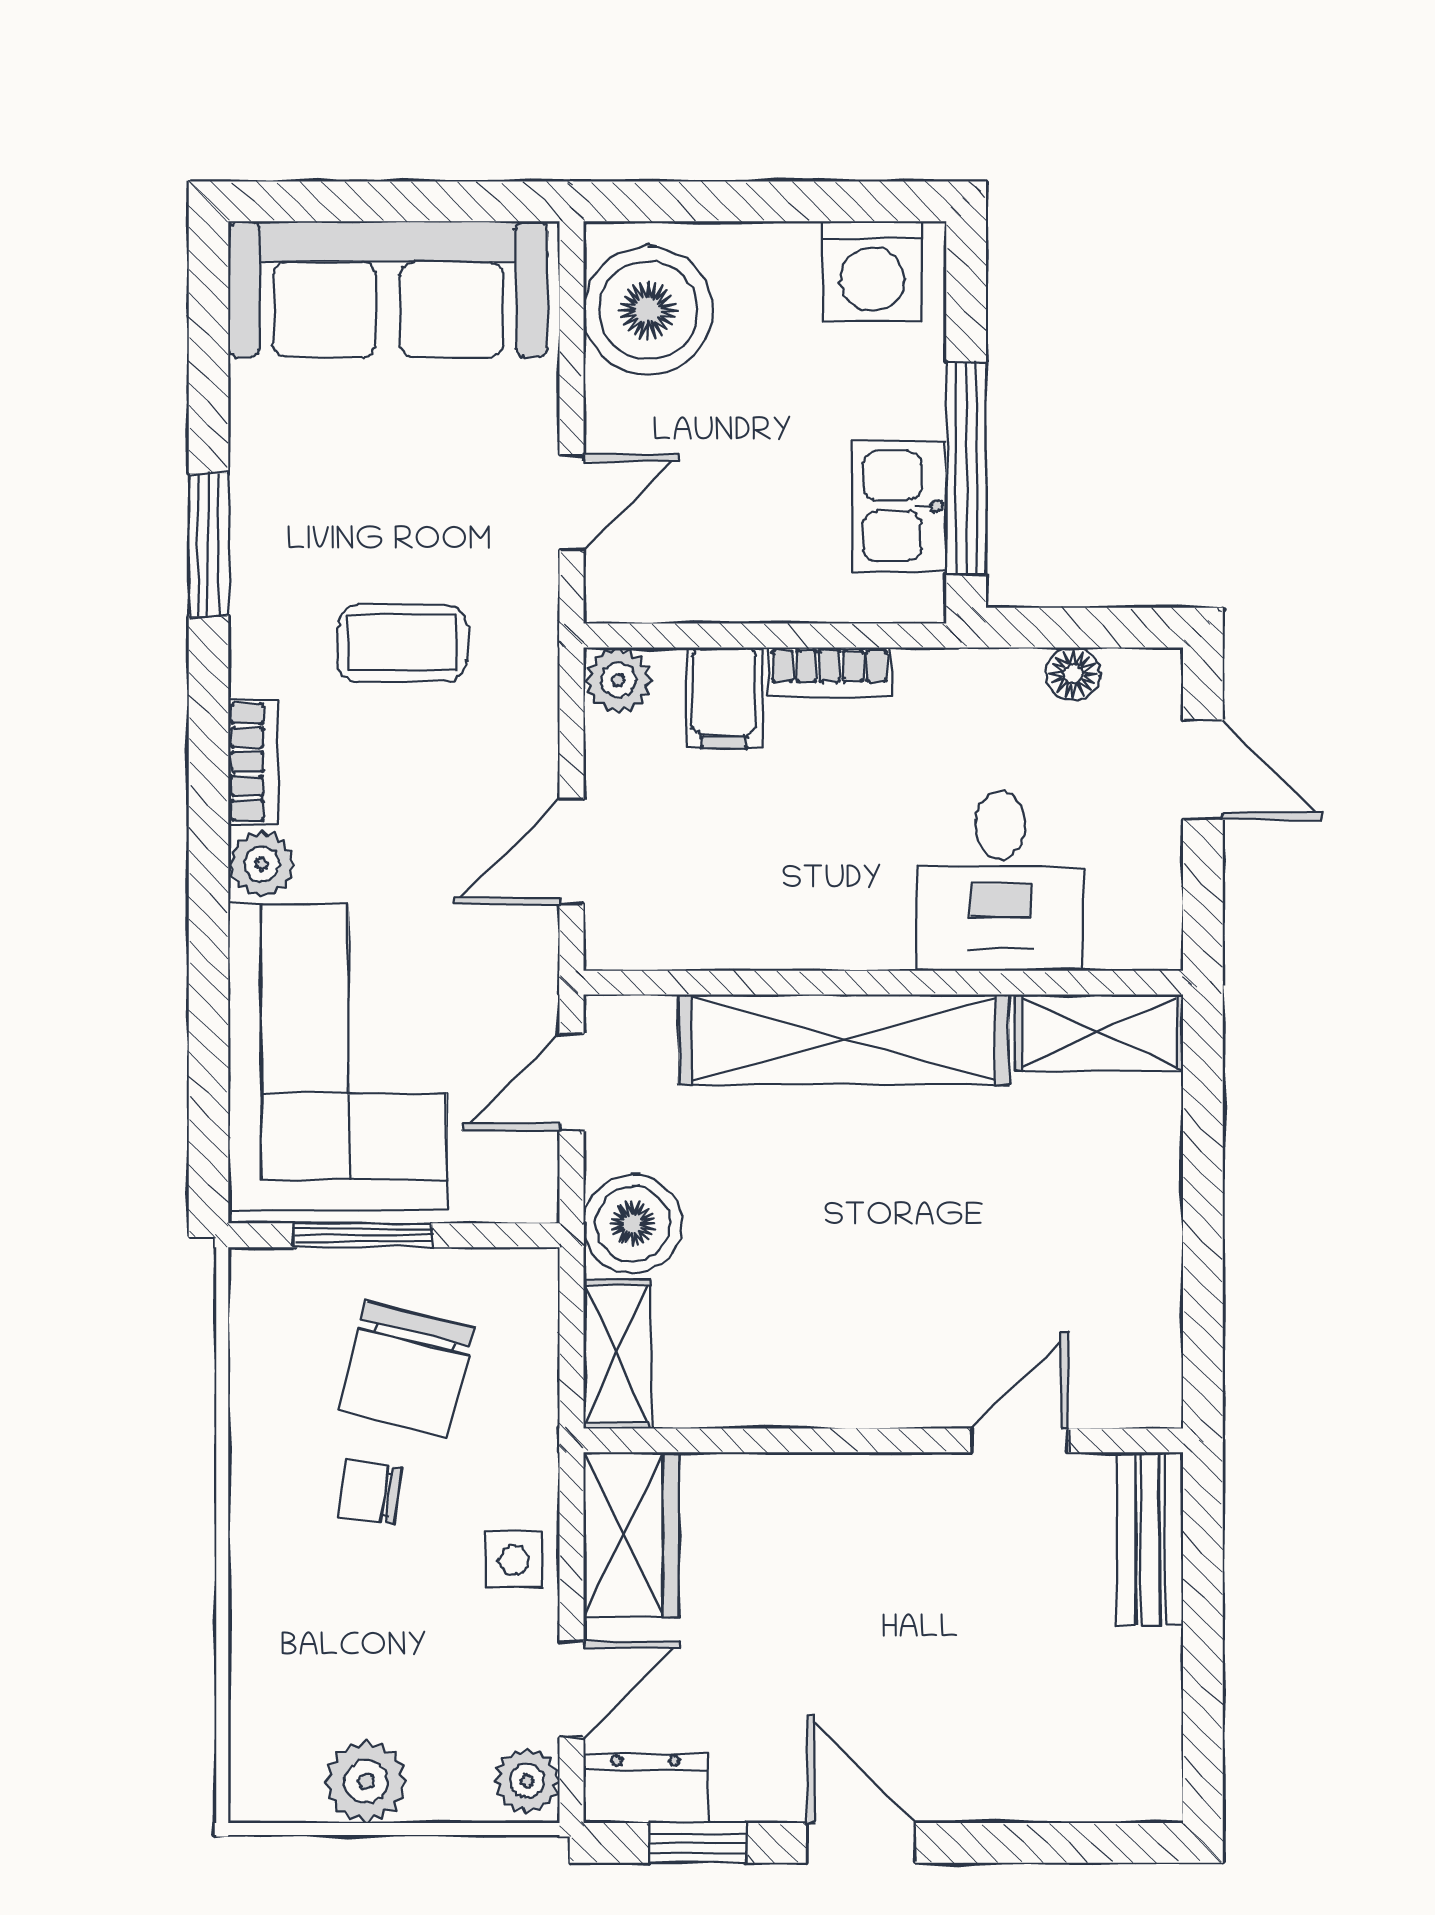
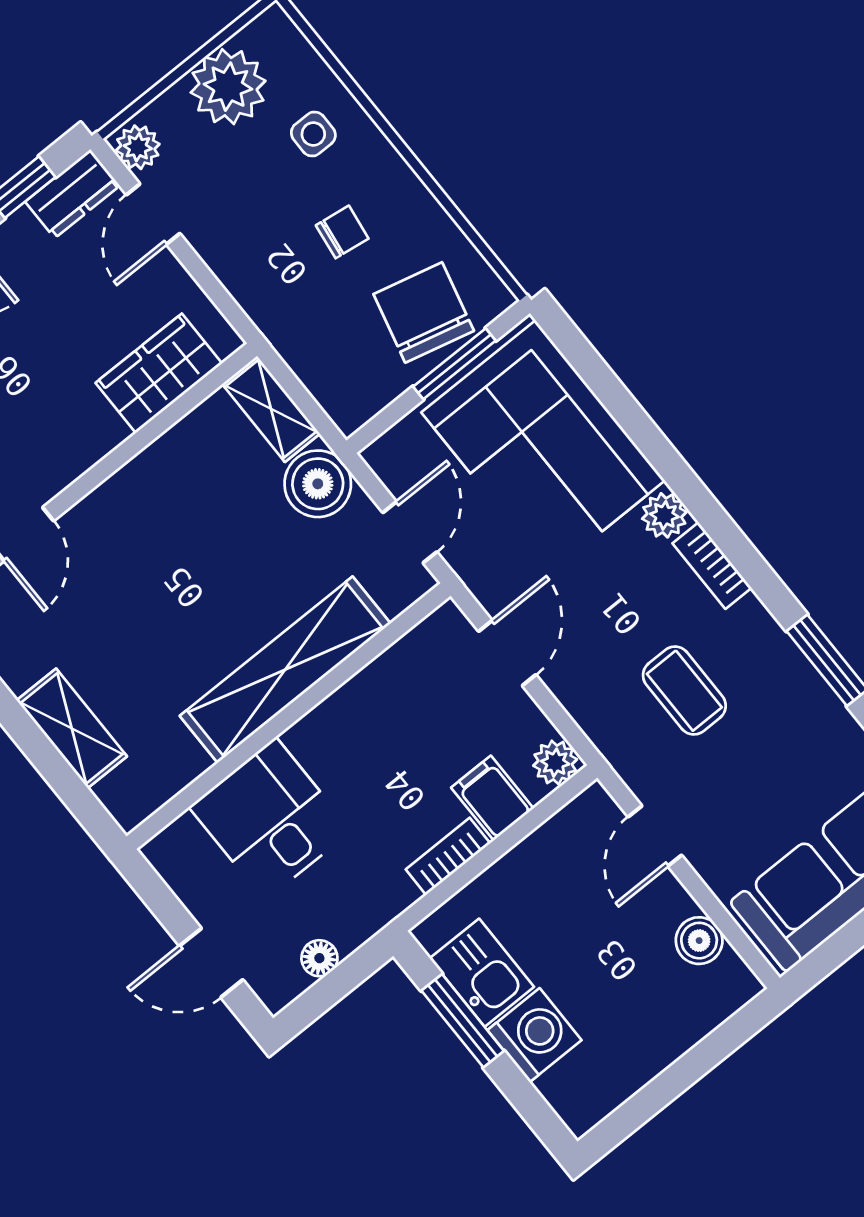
washing machine: (872, 271) -> (535, 1035), moved, turned 90
boiler: (648, 310) -> (699, 941), width x0.54, depth x0.54
window: (966, 468) -> (463, 1021), width x0.69
coffee table: (402, 643) -> (684, 691), turned 90
shelving: (1099, 1032) -> (72, 728), moved, turned 90
chair: (406, 1370) -> (424, 312), moved
wardrobe: (631, 1535) -> (159, 373), moved, turned 90
side table: (514, 1560) -> (313, 134), moved
plant: (366, 1782) -> (228, 87), width x1.36, depth x1.36

